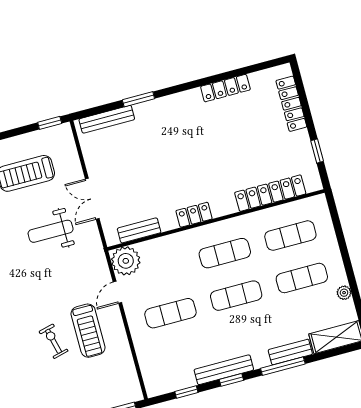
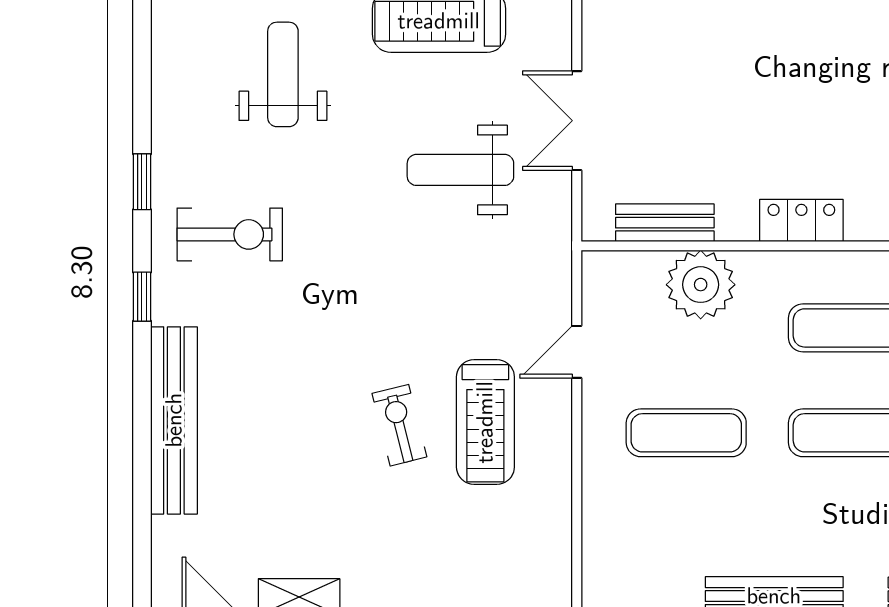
plant: (126, 261) -> (701, 285), moved

